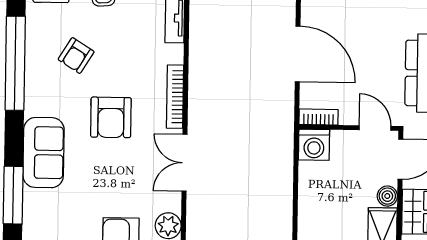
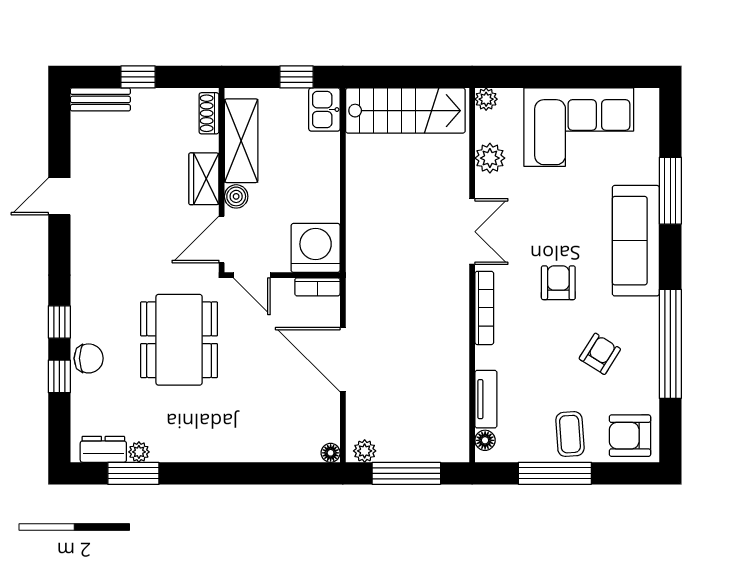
armchair: (111, 117) -> (558, 283), width x0.72, depth x0.72
washing machine: (314, 145) -> (316, 248), width x1.37, depth x1.37
sofa: (44, 153) -> (636, 241), width x1.36

